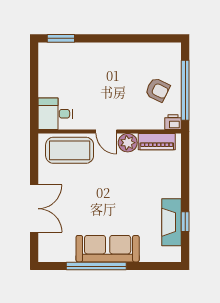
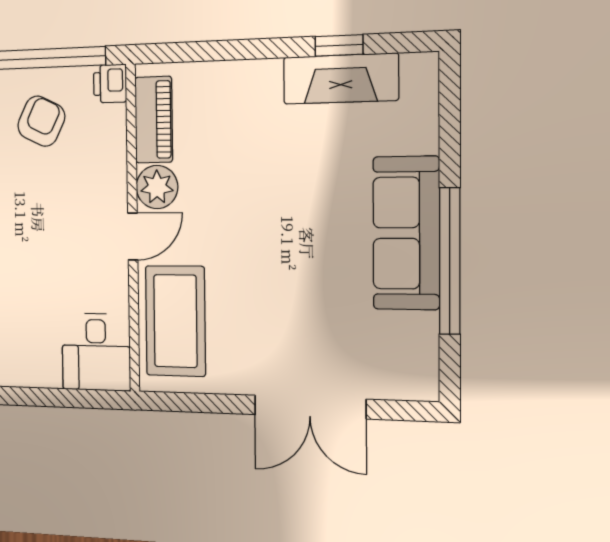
double door: (34, 209) -> (310, 407), swing flipped

